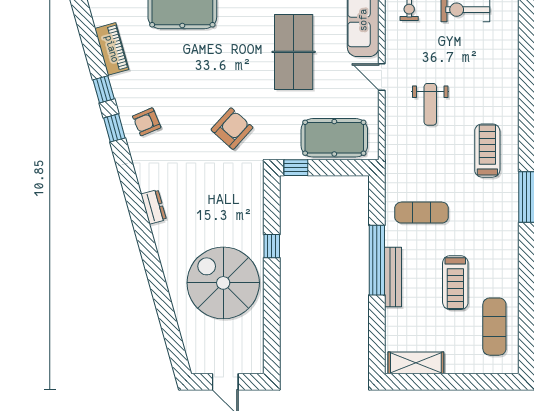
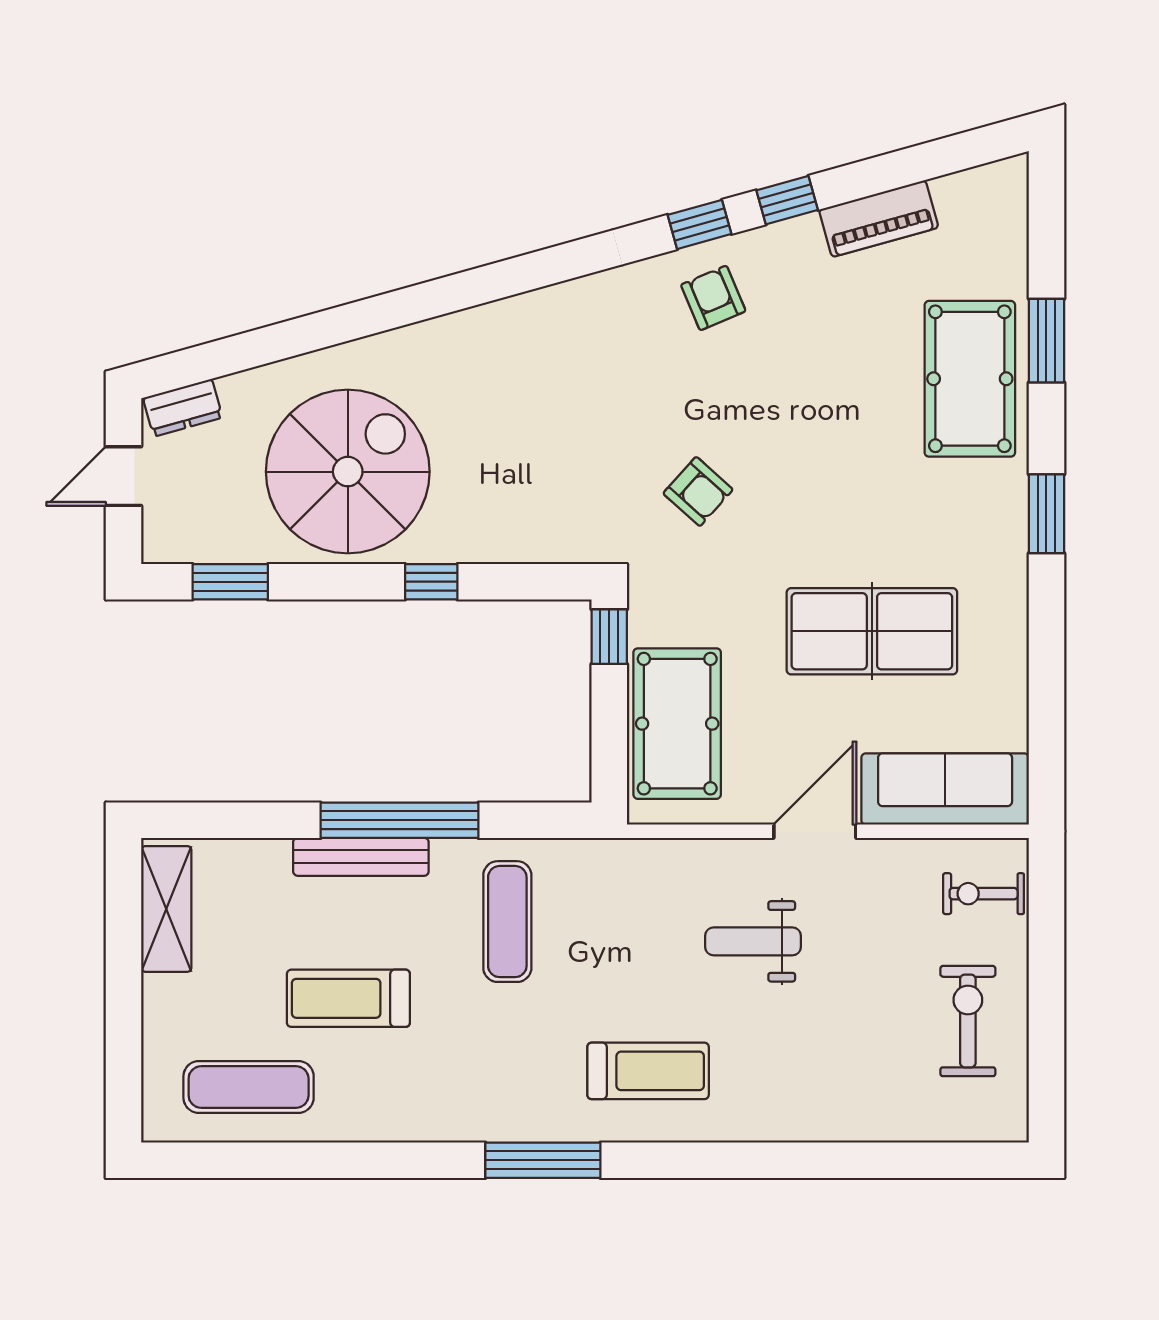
door: (382, 77) -> (815, 831), width x1.38
armchair: (232, 129) -> (698, 491), width x0.72, depth x0.72
dresser: (154, 207) -> (183, 408), moved
window: (272, 335) -> (230, 582), added

